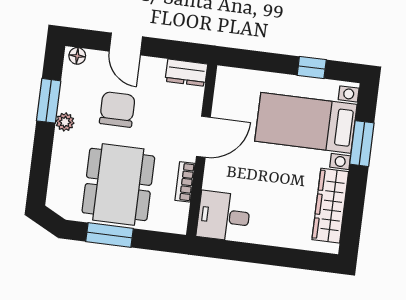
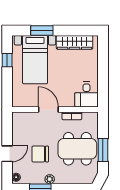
dresser: (186, 73) -> (18, 122), removed

